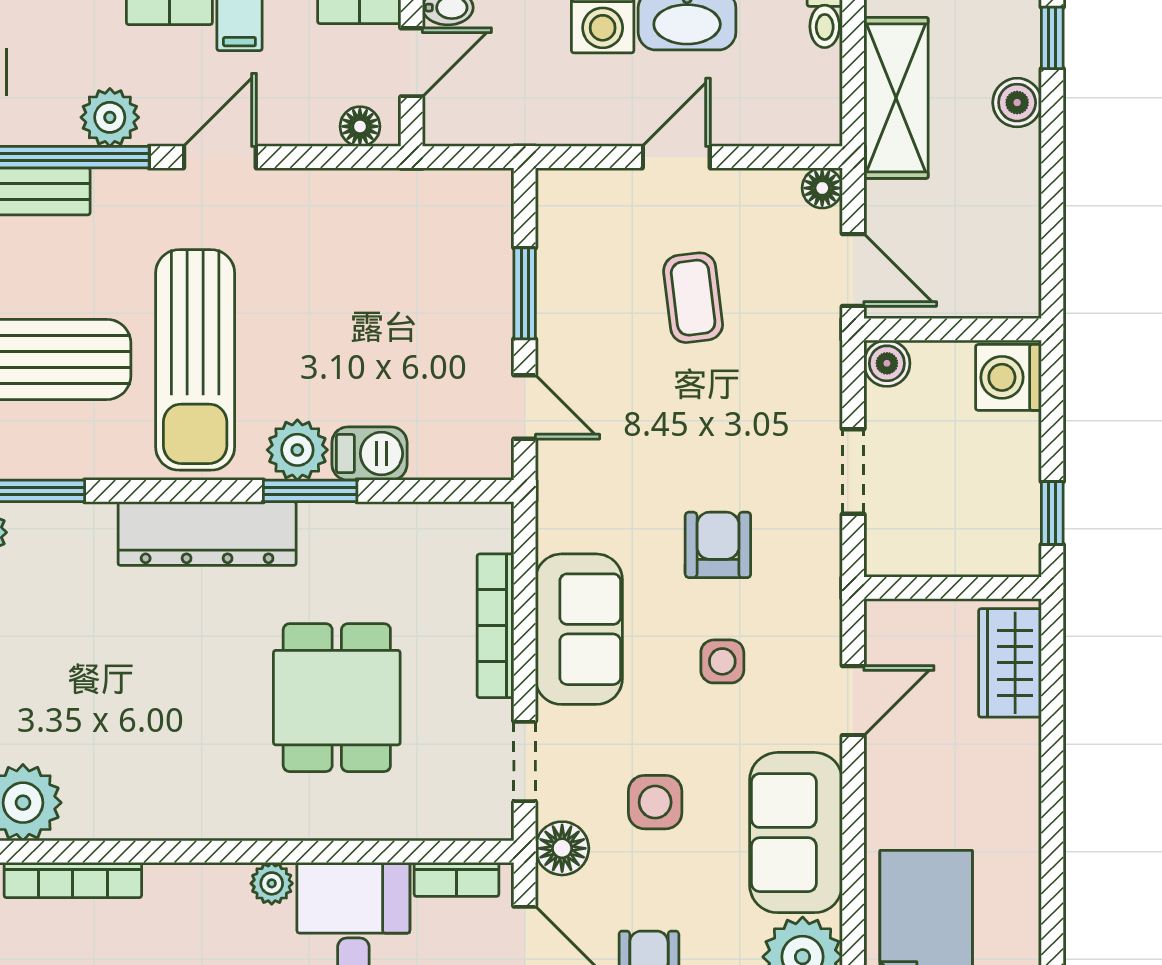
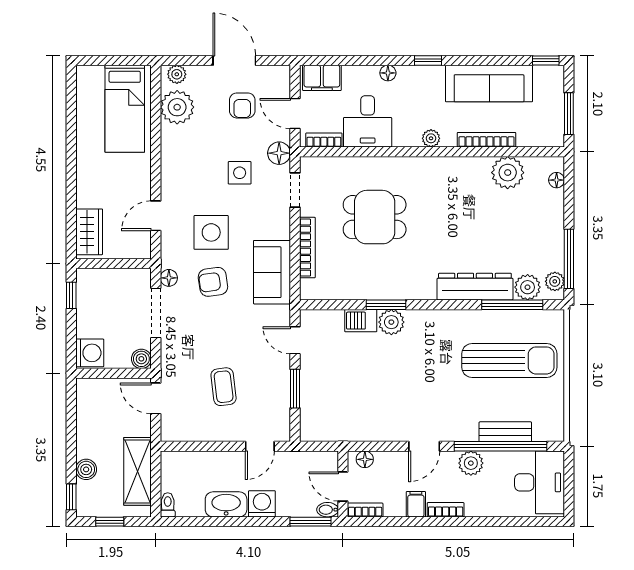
door: (412, 62) -> (343, 486), hinge flipped
door: (676, 157) -> (260, 446), moved
floor lamp: (822, 188) -> (169, 278), moved
sun lounger: (195, 360) -> (435, 360), removed
doorway: (853, 472) -> (156, 313), width x1.38
dresser: (207, 534) -> (475, 287), moved
armchair: (718, 545) -> (213, 282), turned 82
sofa: (579, 629) -> (272, 272), moved
side table: (722, 661) -> (211, 232), width x1.87, depth x1.87
dining table: (337, 698) -> (375, 217), turned 90
sofa: (796, 833) -> (180, 160), removed
plant: (272, 883) -> (431, 138), moved

